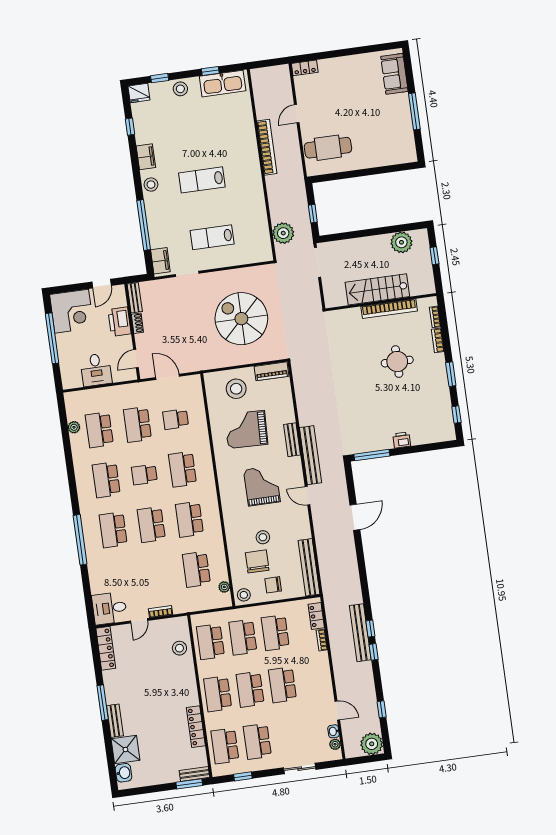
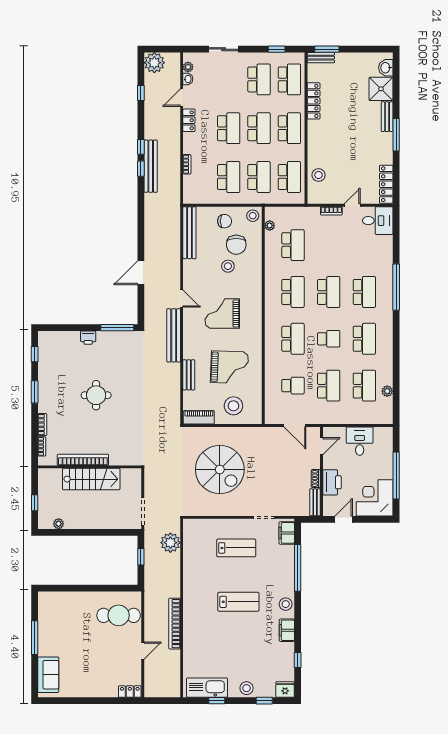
plant: (401, 242) -> (59, 524), width x0.53, depth x0.53
round table: (397, 362) -> (96, 395), moved
bench: (292, 440) -> (189, 375), moved
grand piano: (262, 486) -> (222, 314), turned 90
locker: (316, 616) -> (189, 120), moved
door: (337, 710) -> (182, 98), hinge flipped

